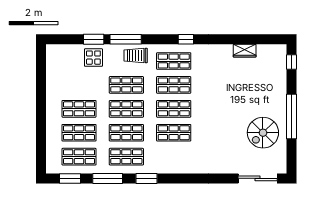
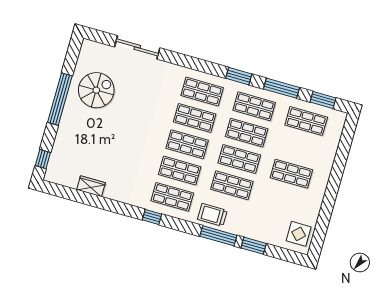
trolley: (136, 55) -> (212, 215), turned 180
display table: (93, 58) -> (299, 234), moved
shop shelf: (79, 133) -> (202, 92), moved
sliding door: (258, 178) -> (137, 47), moved

